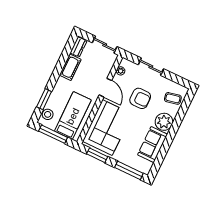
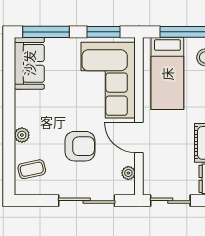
sliding door: (151, 67) -> (87, 201), width x1.37
armchair: (140, 98) -> (80, 146), turned 180
plant: (164, 122) -> (22, 135), width x0.53, depth x0.53
sofa: (153, 145) -> (29, 63), moved

